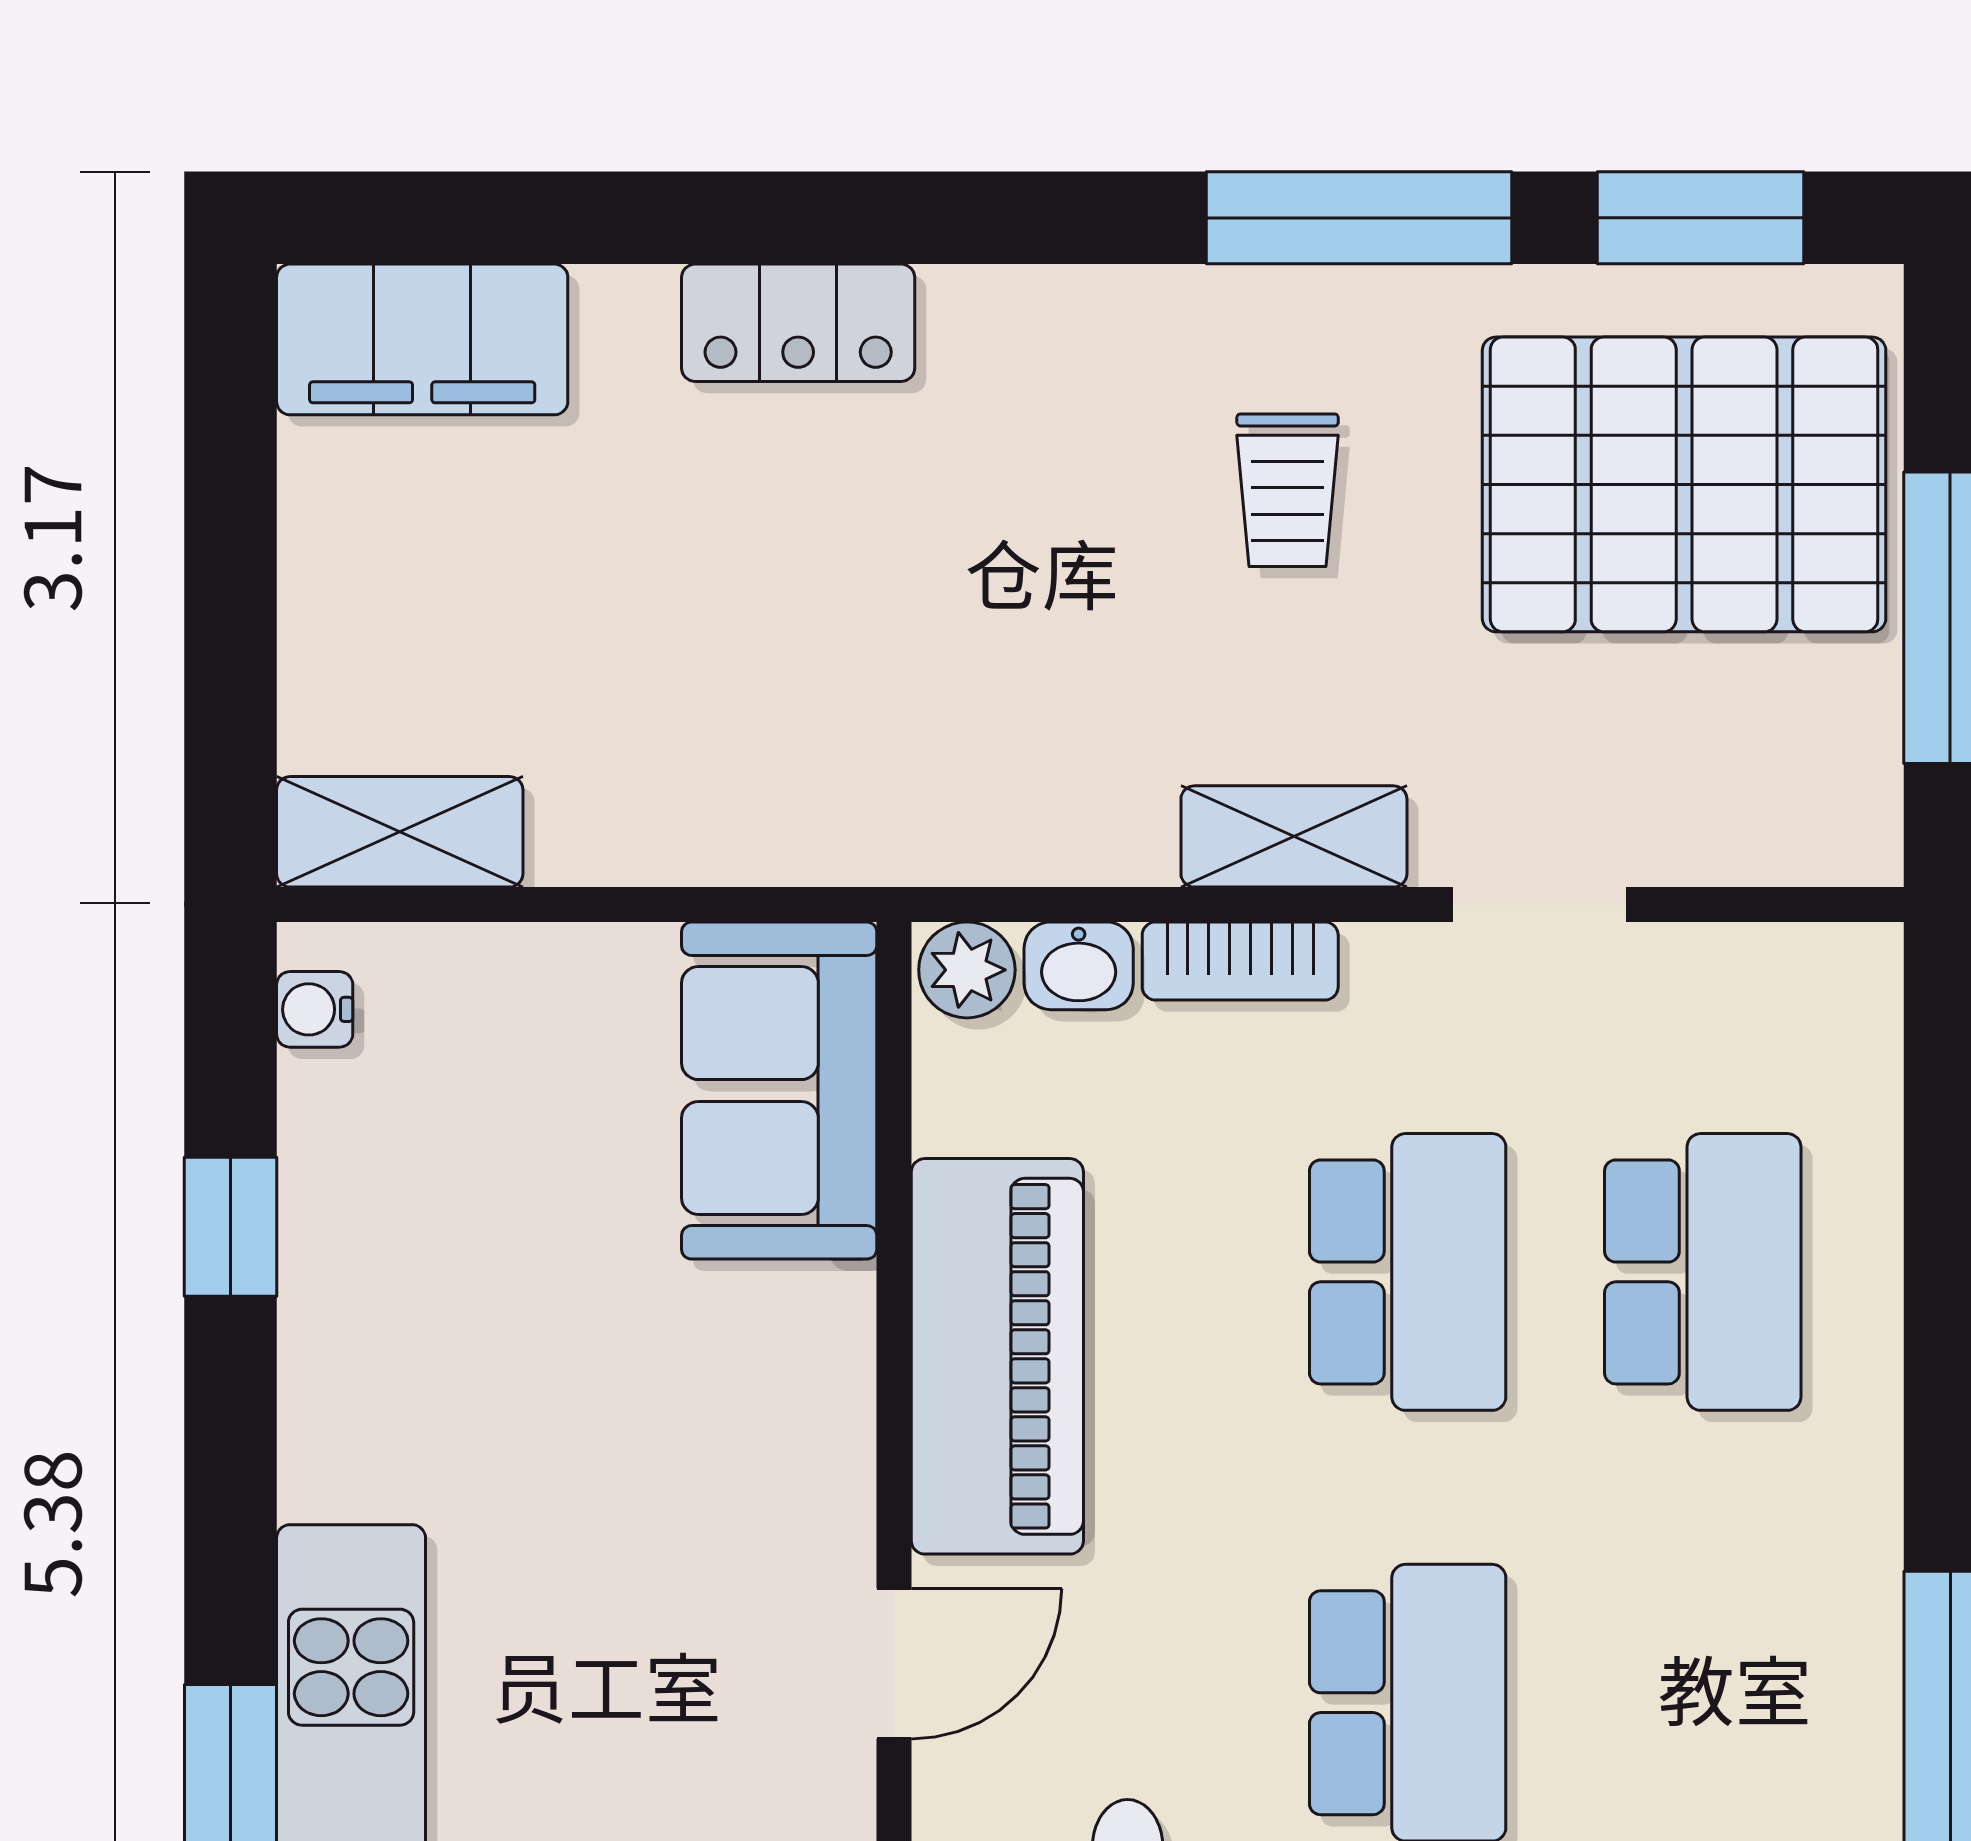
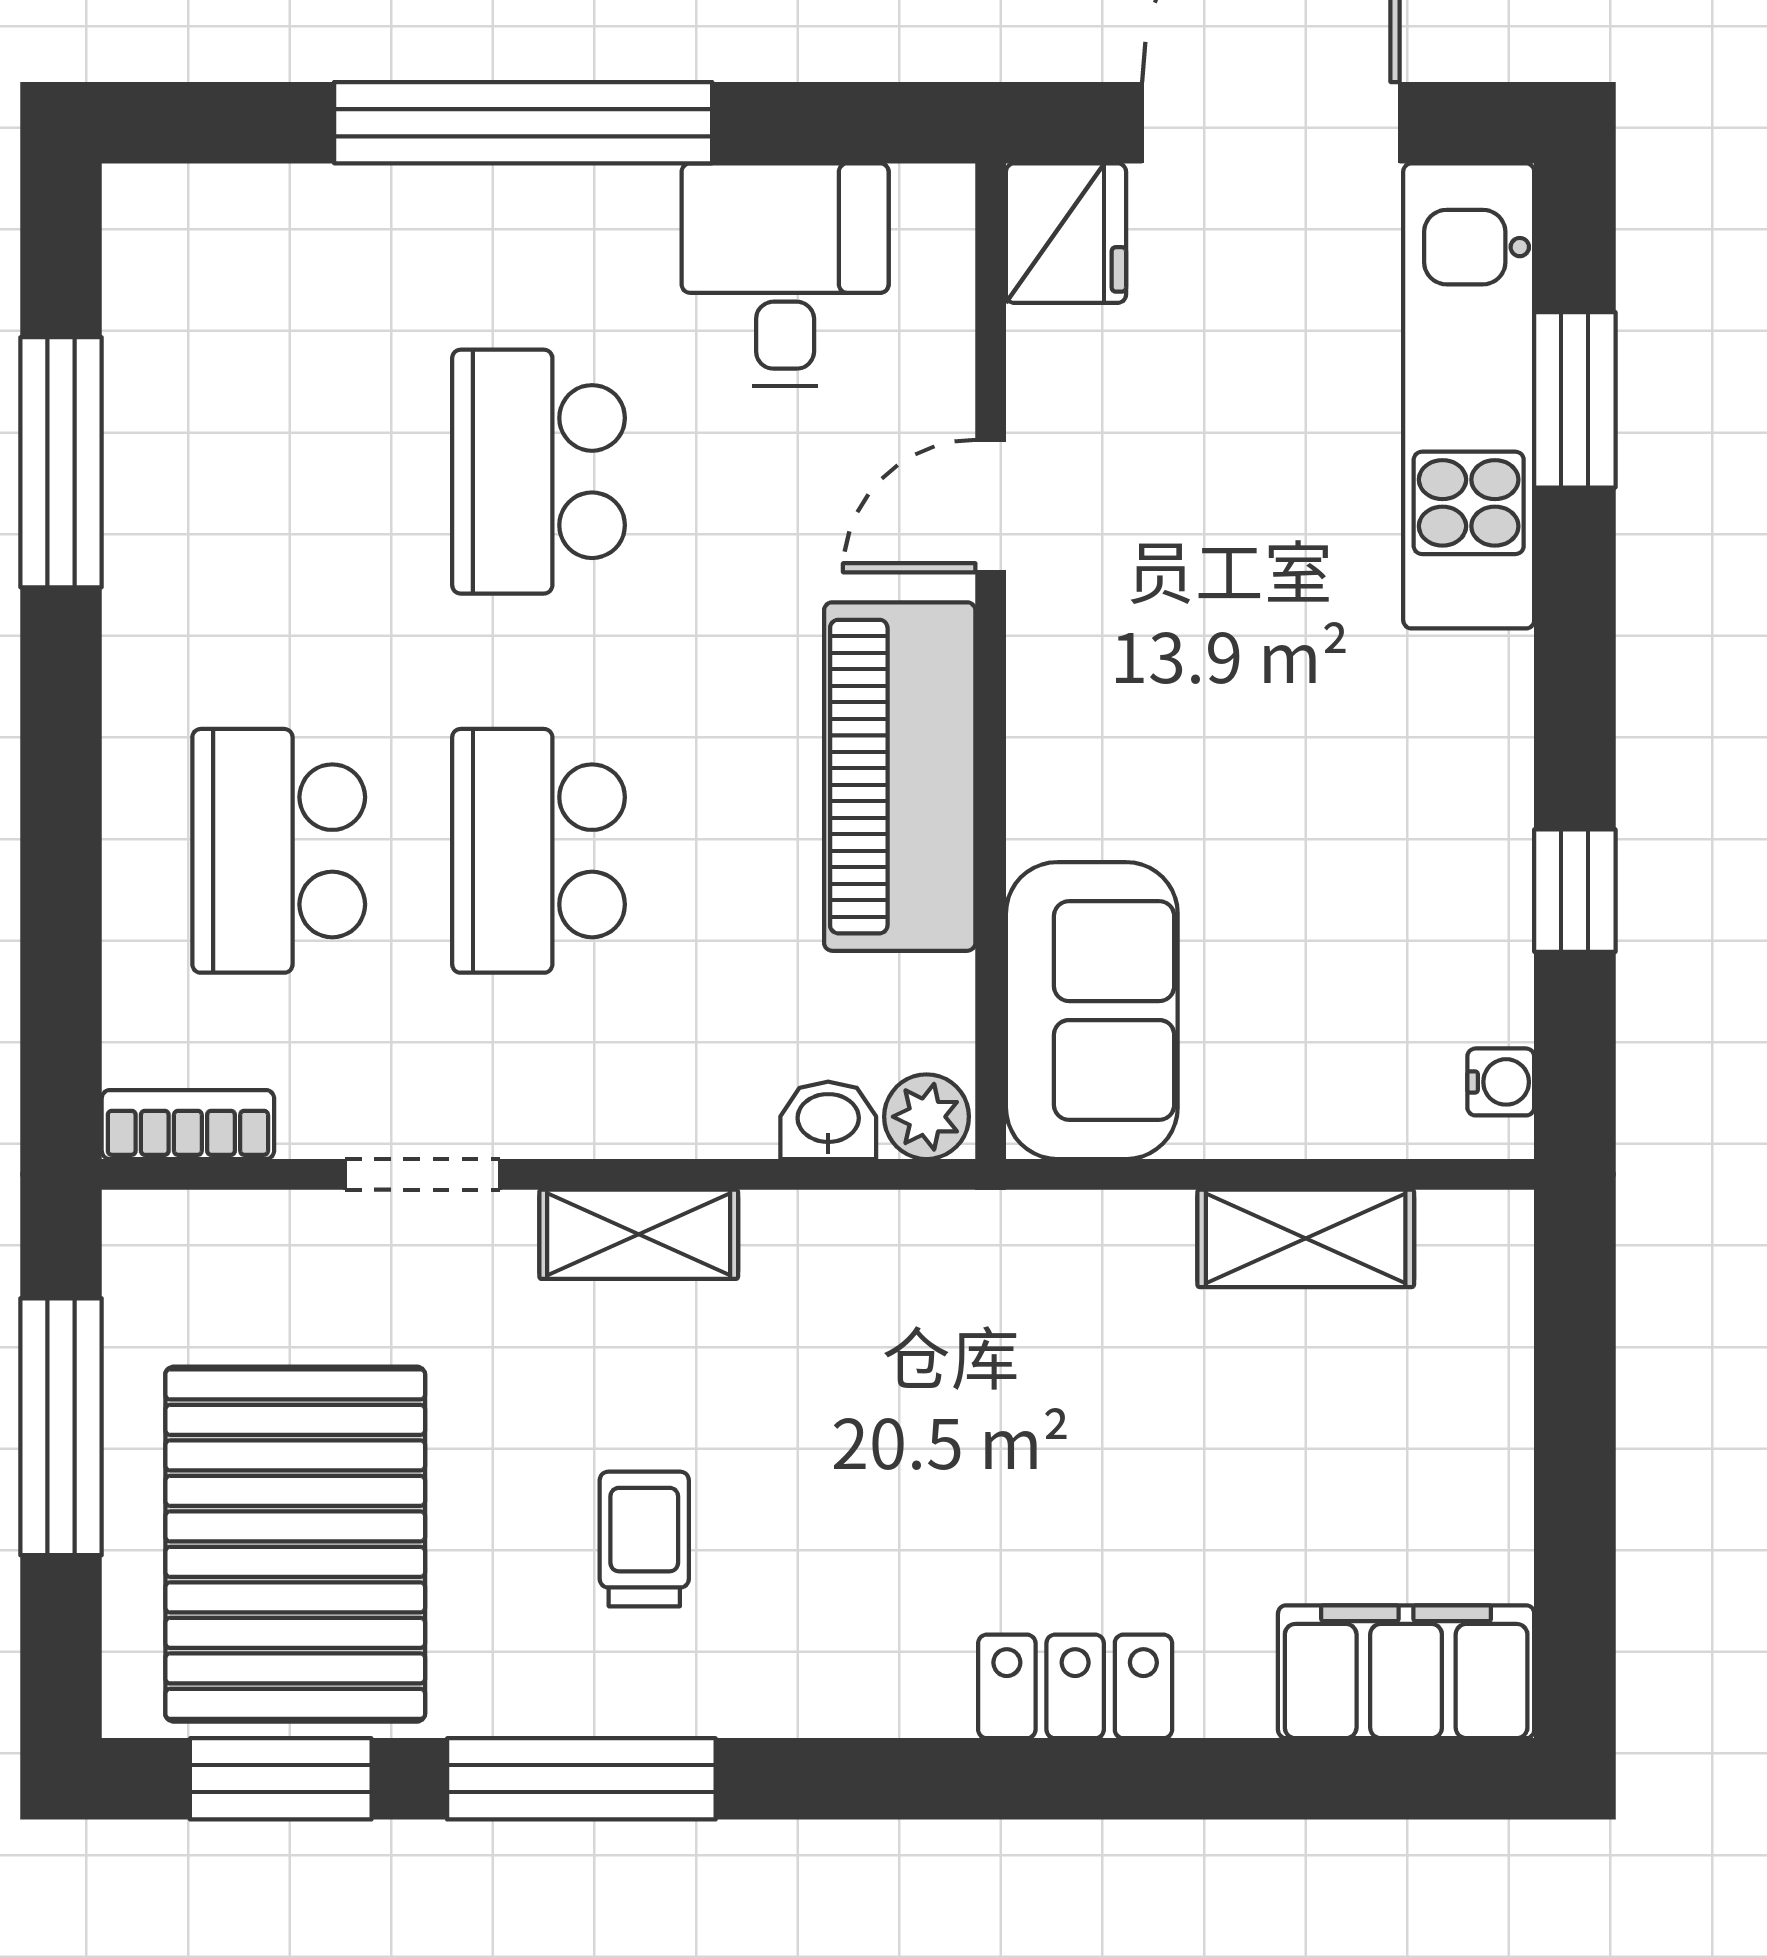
pallet: (1684, 484) -> (295, 1544), turned 90
shelving: (400, 832) -> (1306, 1238), moved
bookcase: (1240, 961) -> (188, 1125), moved

